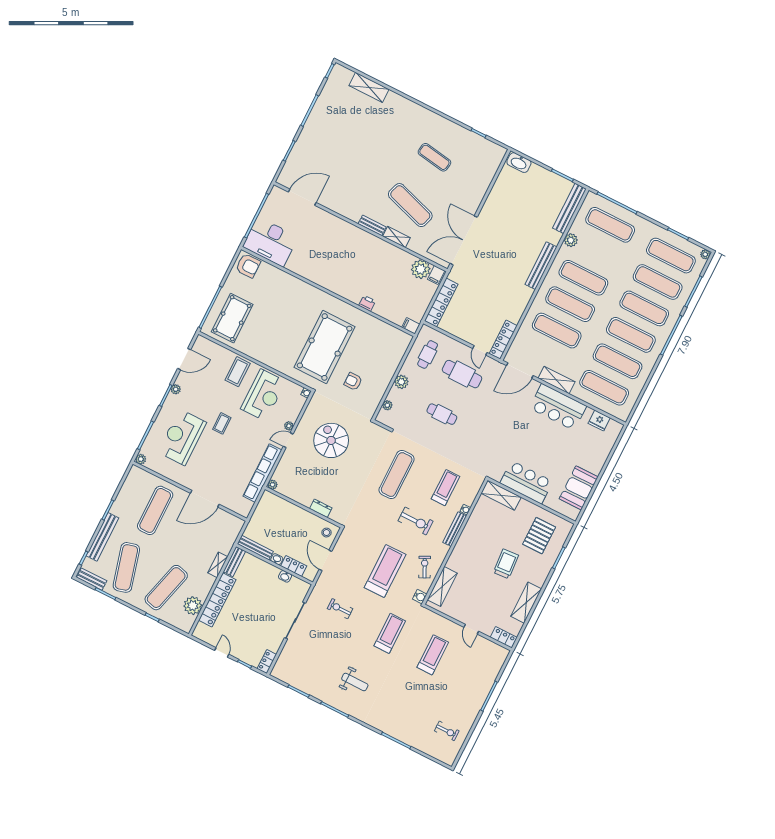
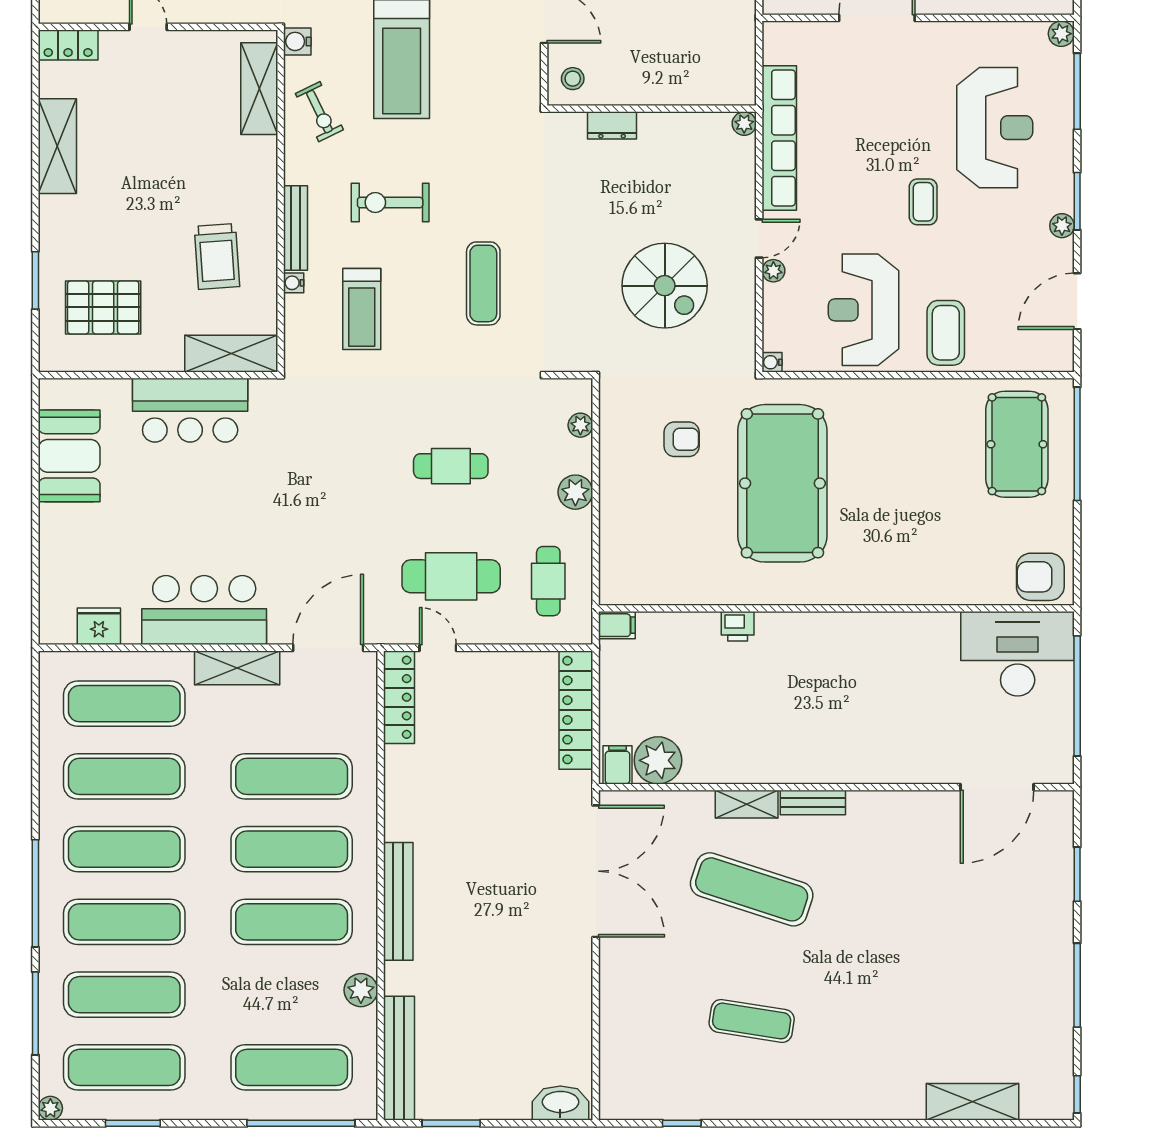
exercise mat: (397, 475) -> (483, 283), width x0.73, depth x0.69
pallet: (539, 536) -> (103, 307), turned 90
trolley: (506, 564) -> (217, 256), moved

